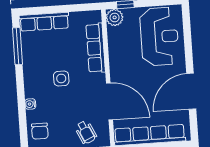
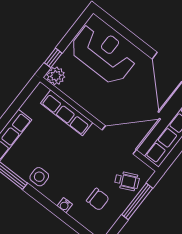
side table: (61, 78) -> (39, 177), moved
chair: (40, 131) -> (98, 199), moved

